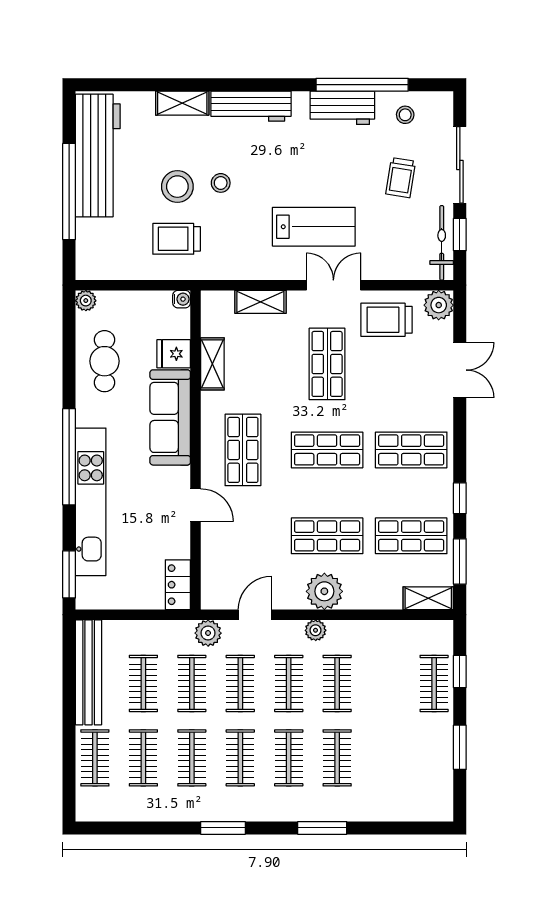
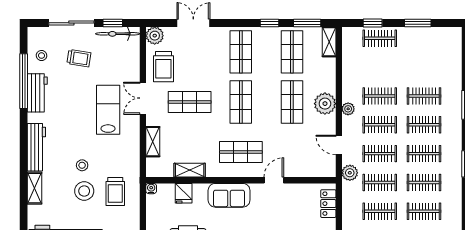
sofa: (170, 417) -> (229, 195), width x0.73
locker: (178, 585) -> (328, 204), moved, turned 90

